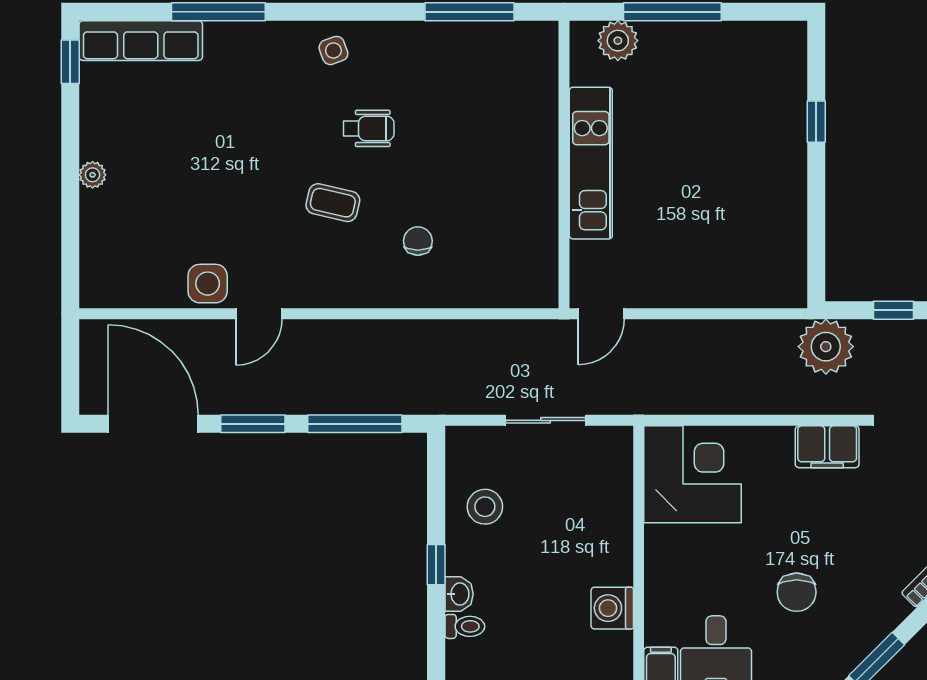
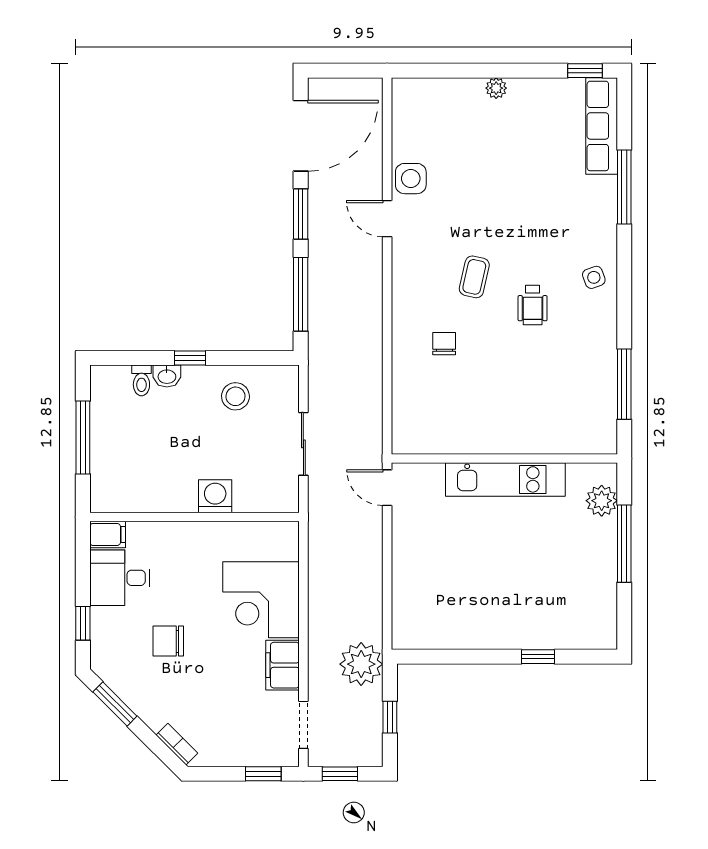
chair: (418, 241) -> (444, 344), turned -90
corner desk: (693, 474) -> (261, 600), moved, turned 90
washing machine: (612, 608) -> (215, 496), moved

